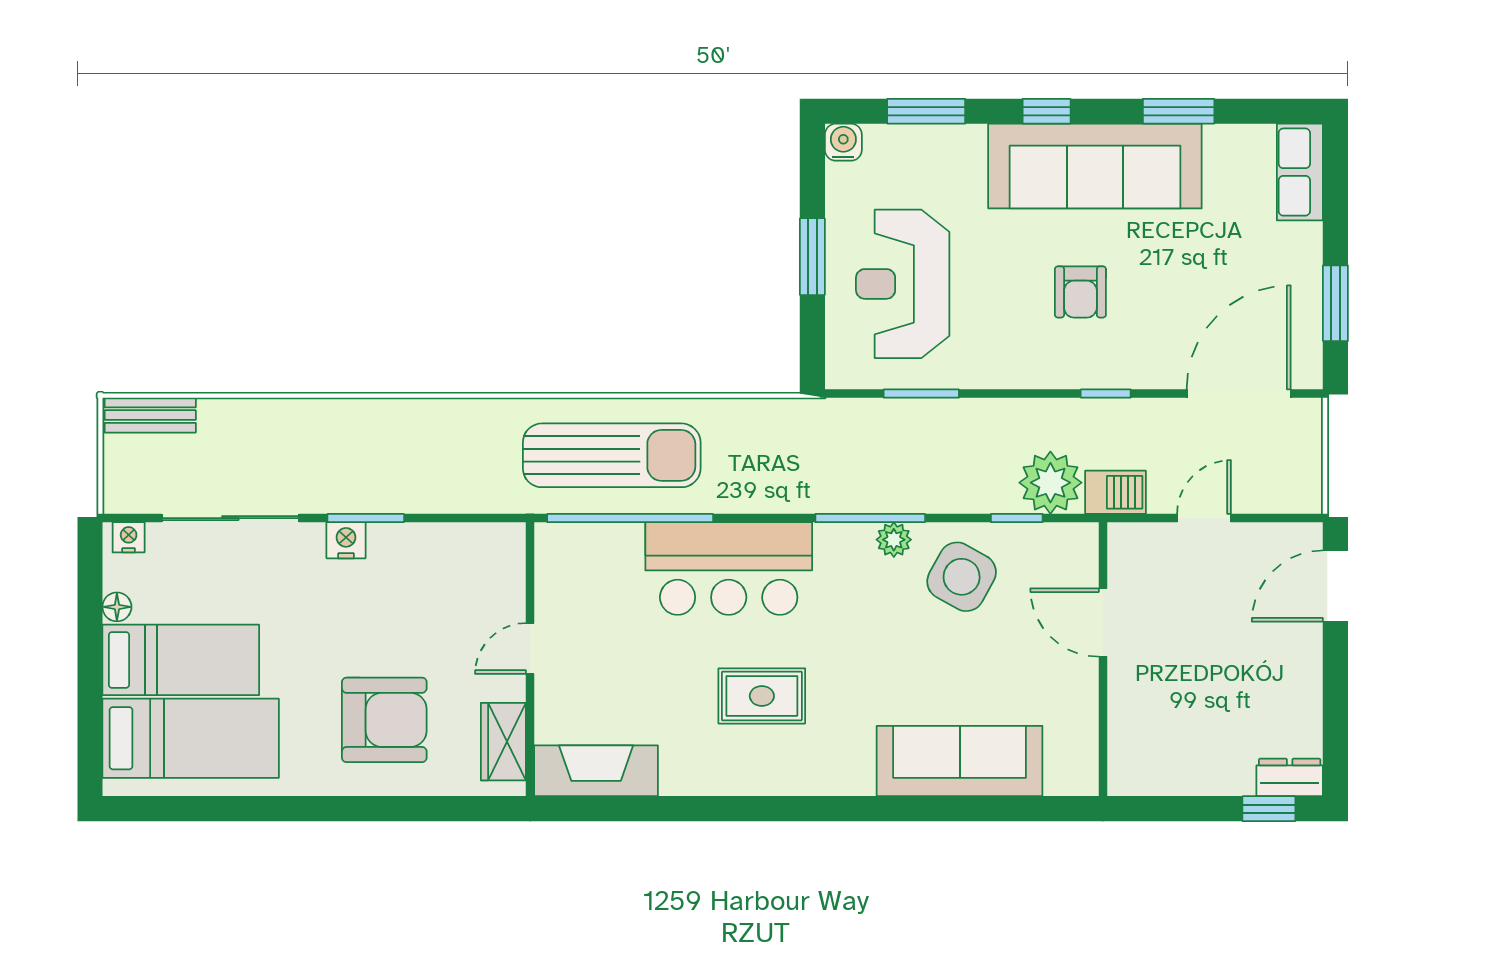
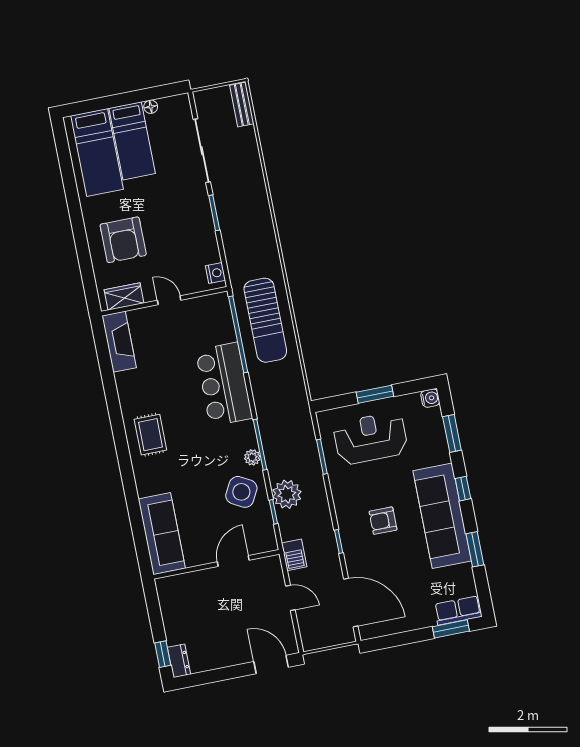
window: (1335, 303) -> (451, 629), moved
plant: (1050, 483) -> (287, 494), moved
nightstand: (129, 537) -> (184, 106), removed
nightstand: (346, 540) -> (215, 273), moved
rug: (762, 696) -> (150, 435), moved
sofa: (960, 761) -> (162, 534), moved

